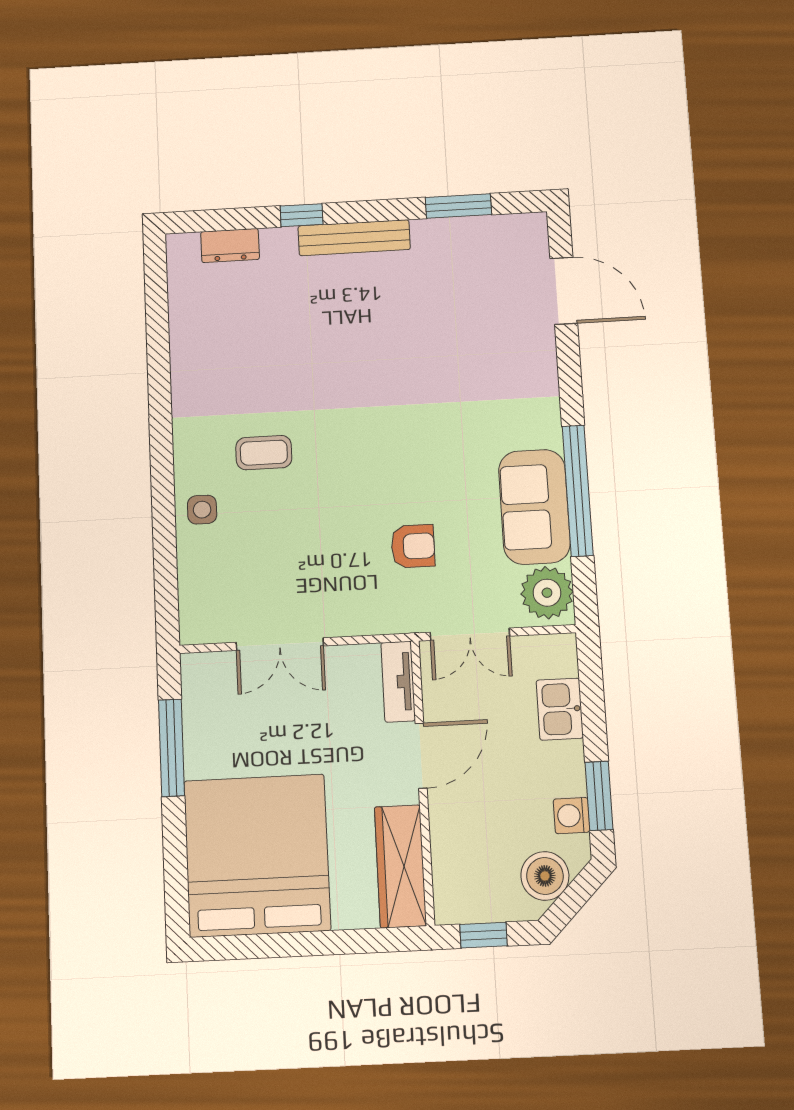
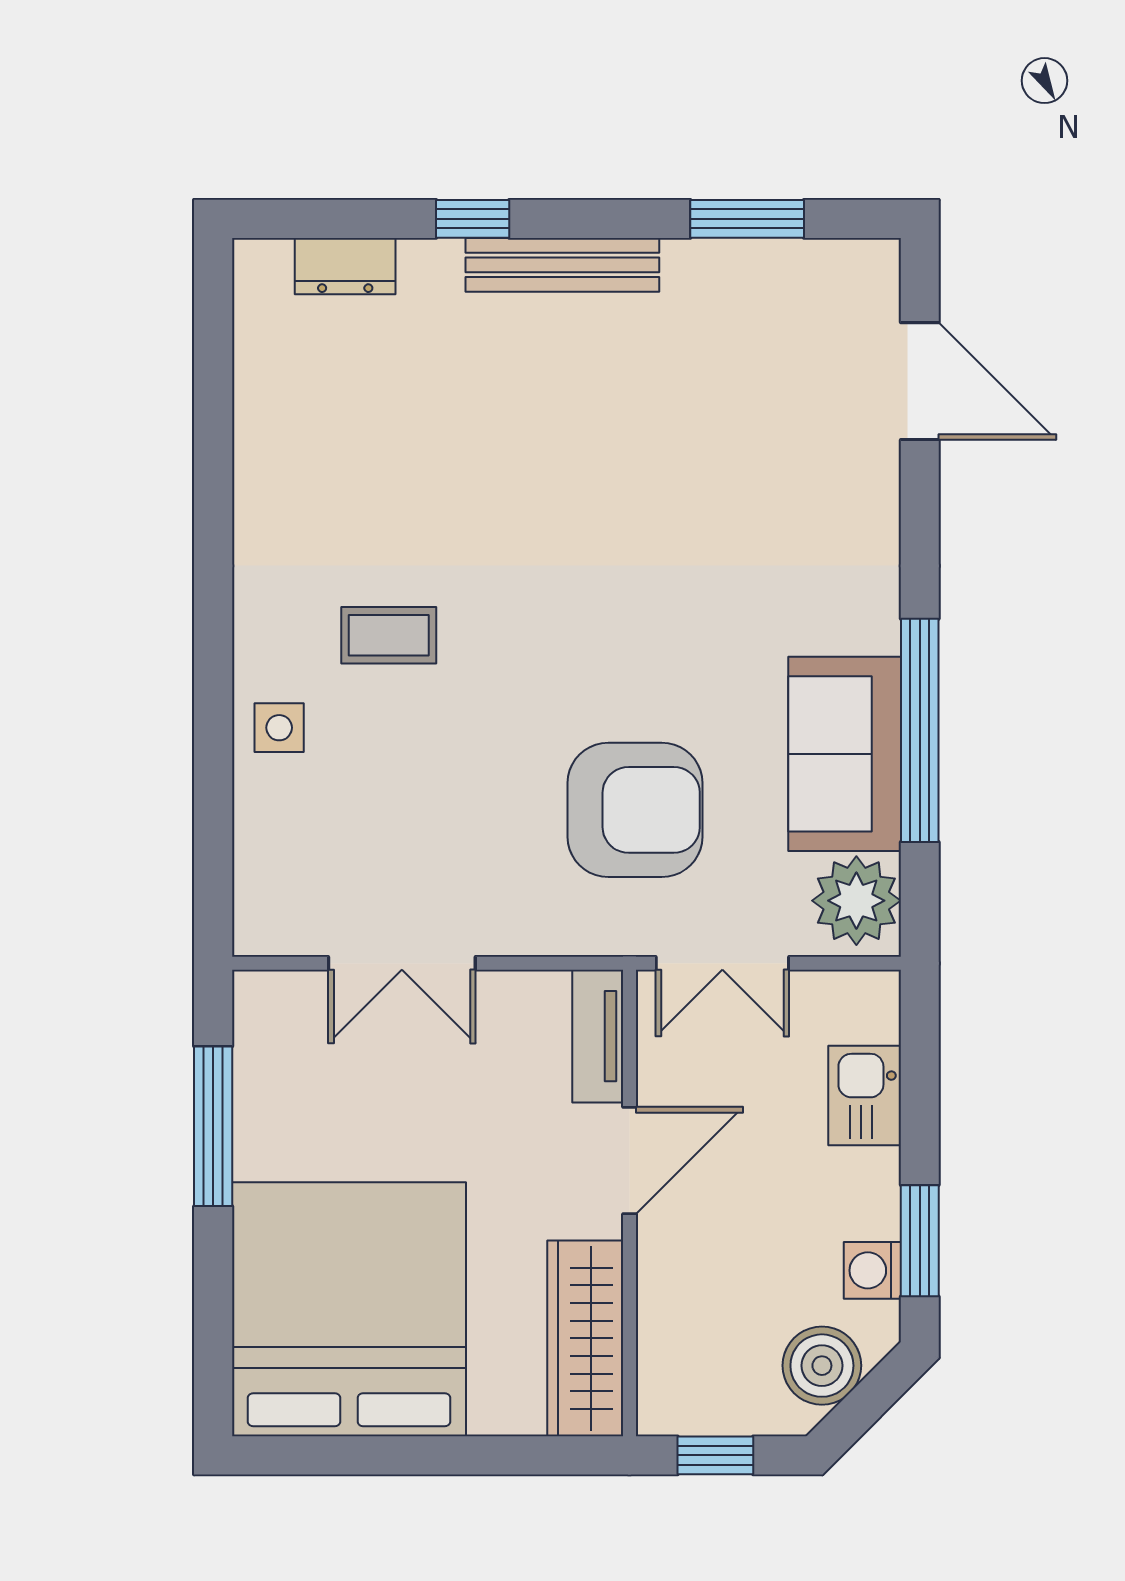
armchair: (413, 546) -> (635, 810), width x1.88, depth x1.88

